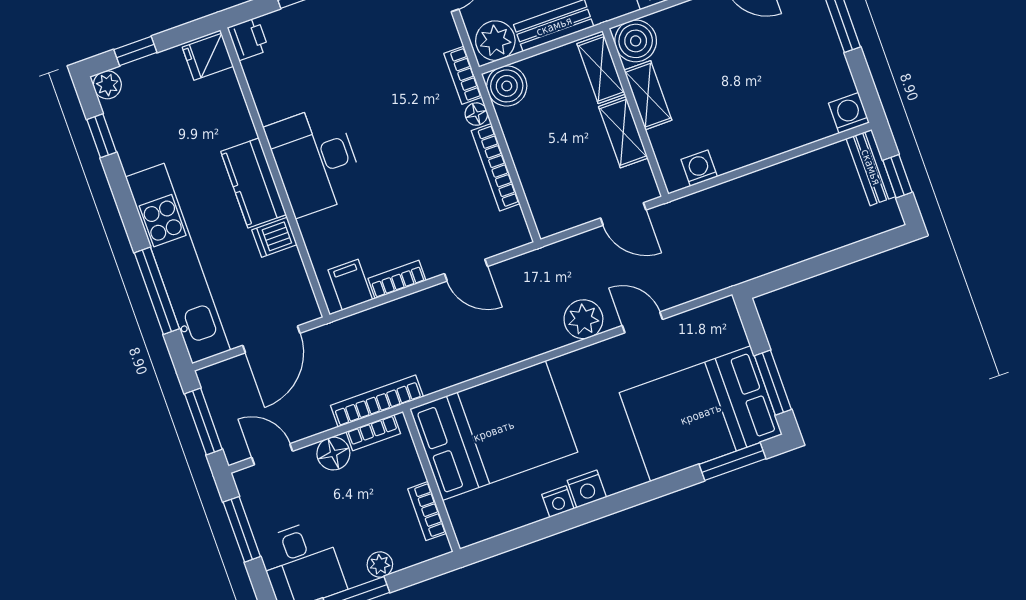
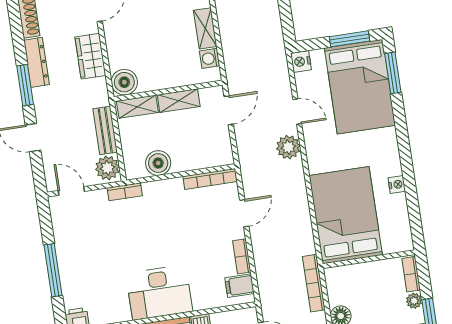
boiler: (507, 86) -> (158, 163), moved
shelving: (648, 95) -> (205, 28), moved, turned 90
floor lamp: (476, 114) -> (150, 188), removed
bookcase: (496, 167) -> (210, 179), moved
door: (642, 322) -> (297, 111), swing flipped
bookcase: (373, 433) -> (333, 289), removed
nightstand: (587, 489) -> (301, 61), moved, turned 180
bookcase: (427, 511) -> (411, 274), moved, turned 90

